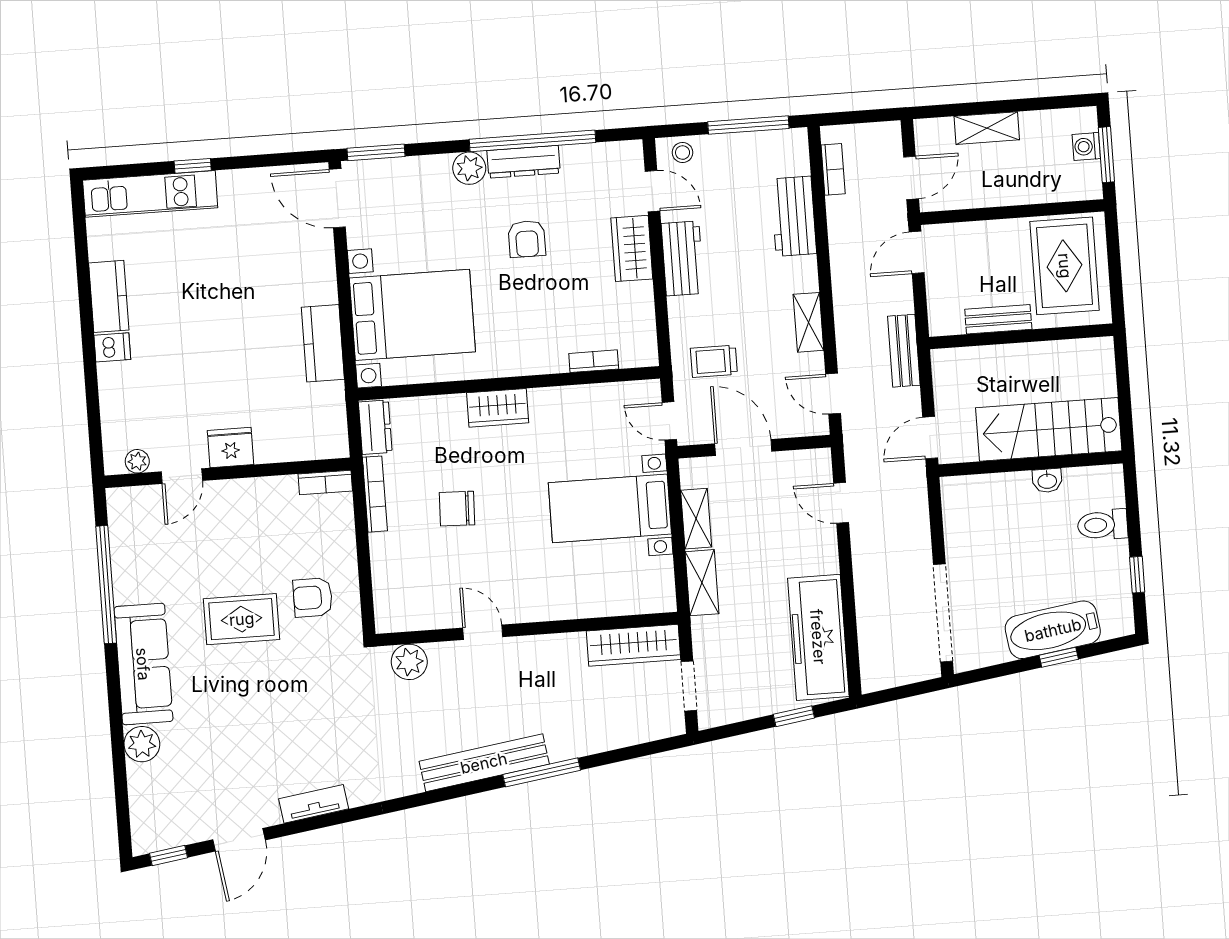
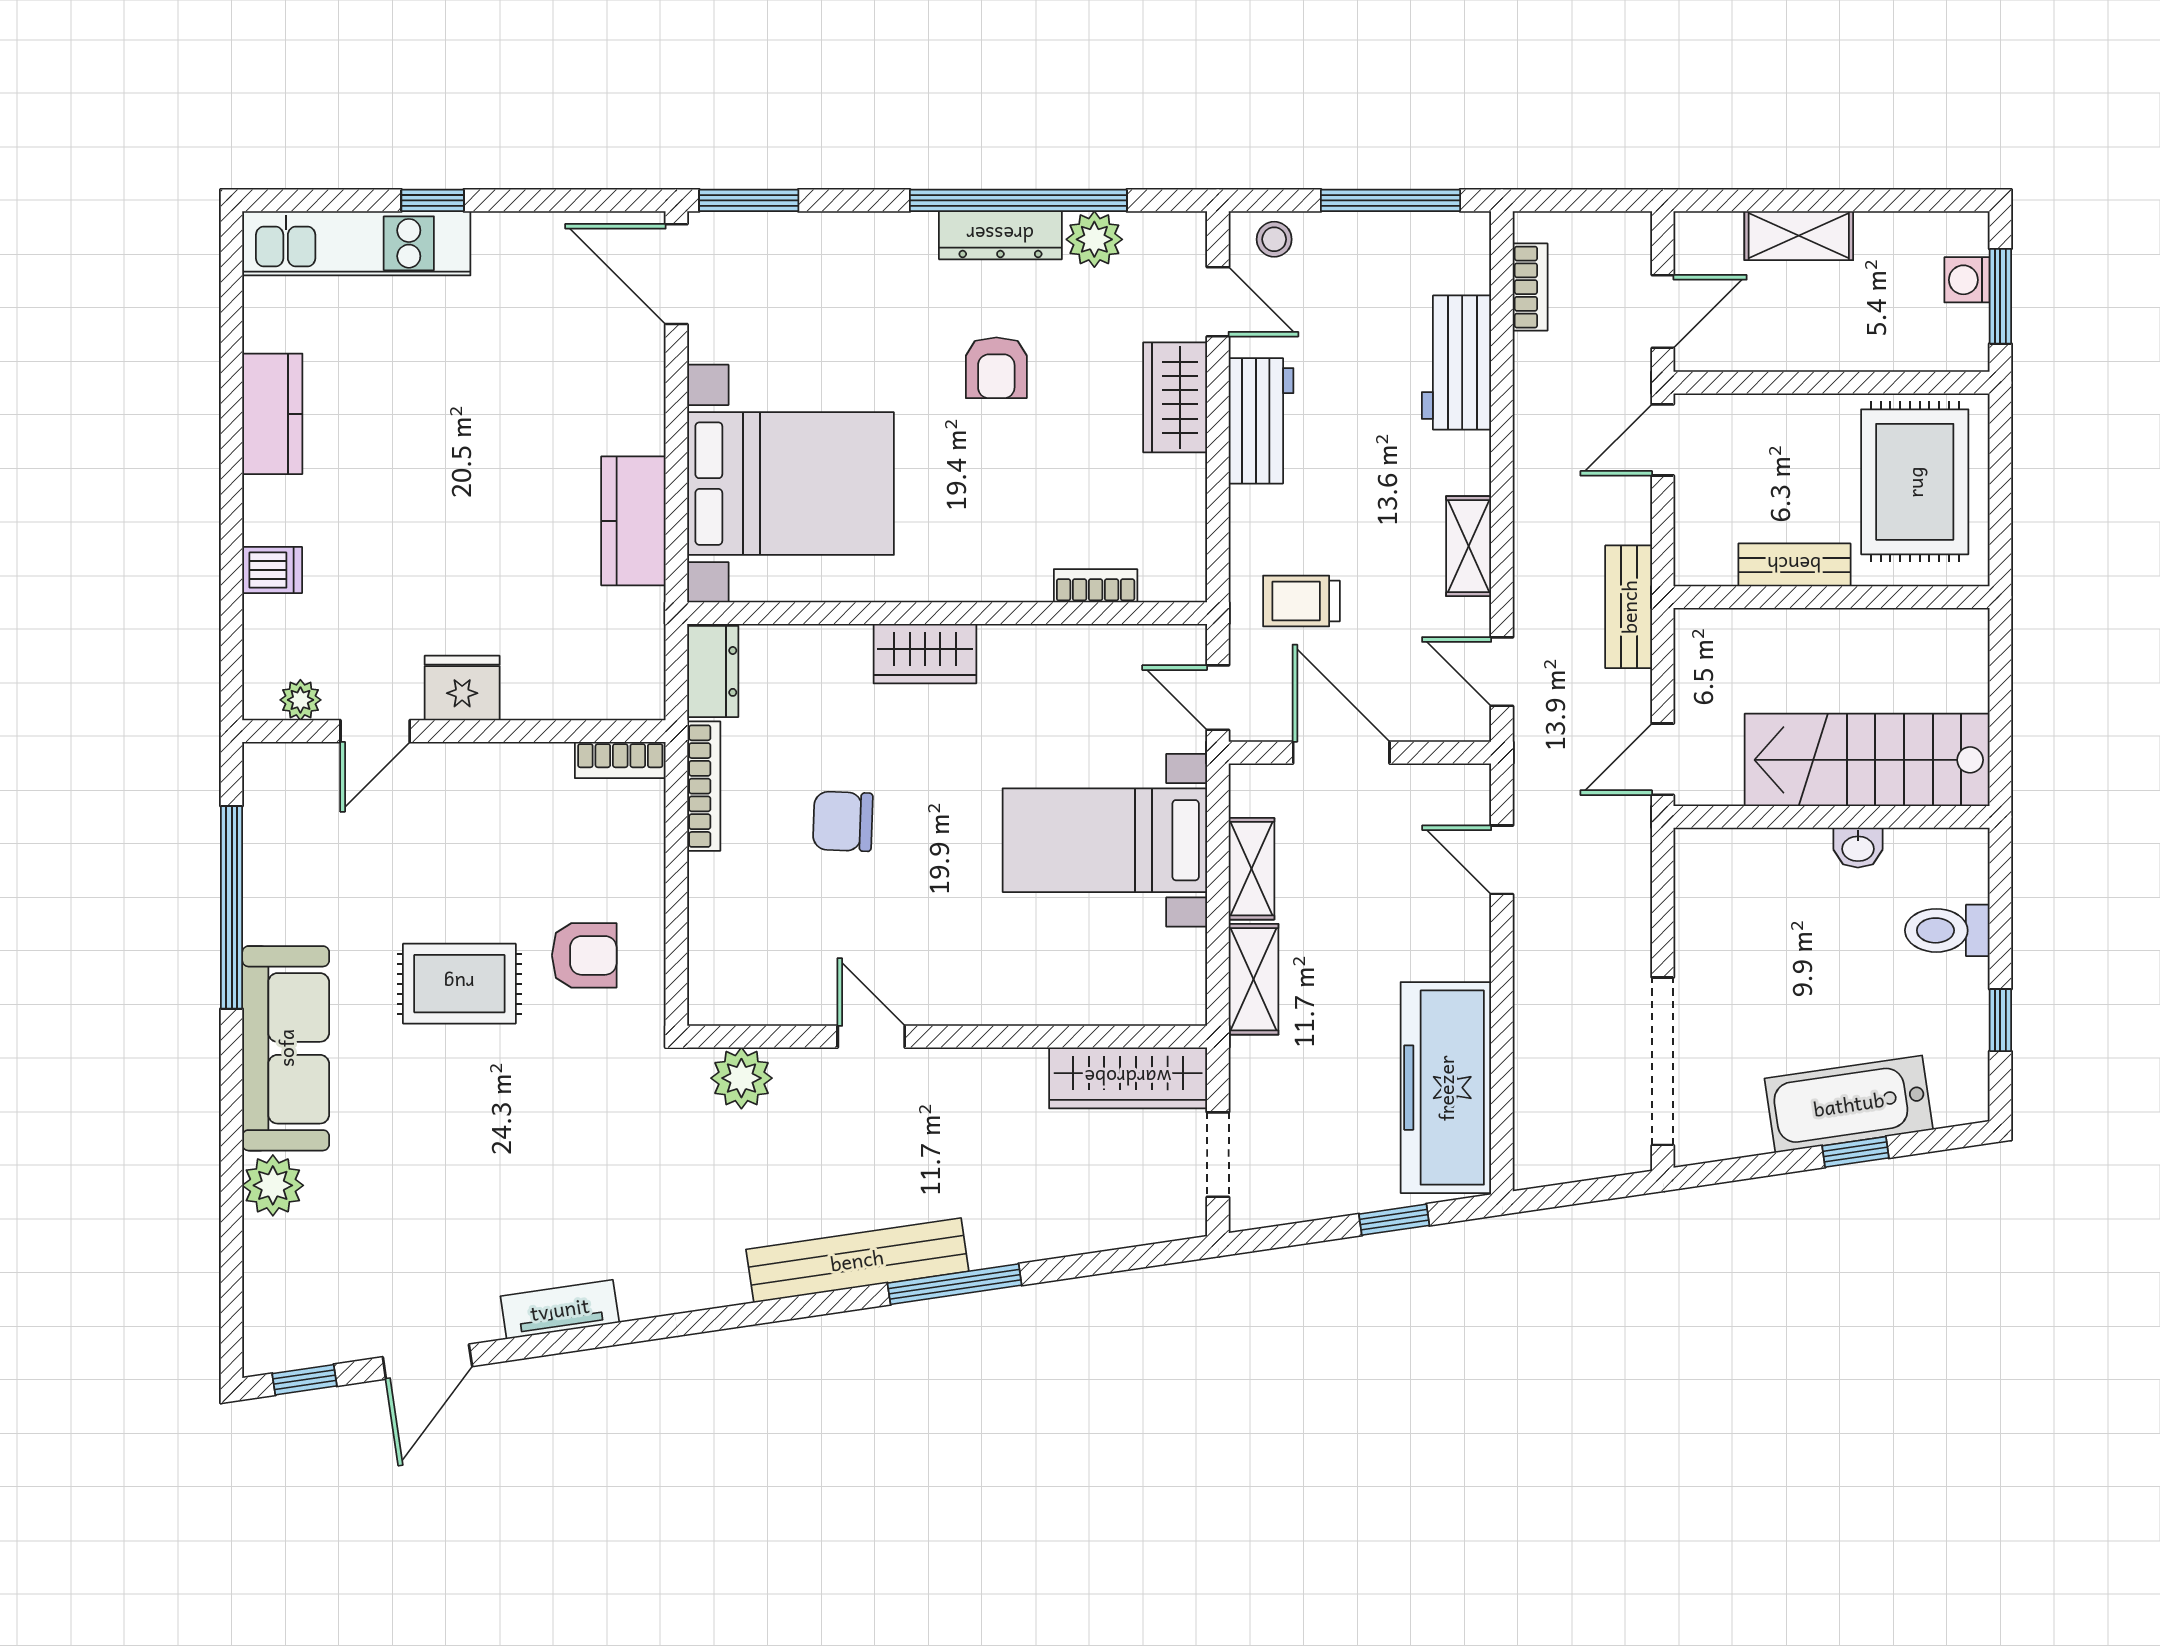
plant: (469, 168) -> (1094, 239), moved
dishwasher: (112, 347) -> (272, 570), moved
armchair: (313, 597) -> (584, 955), turned 180

